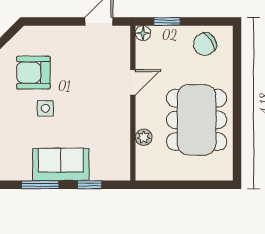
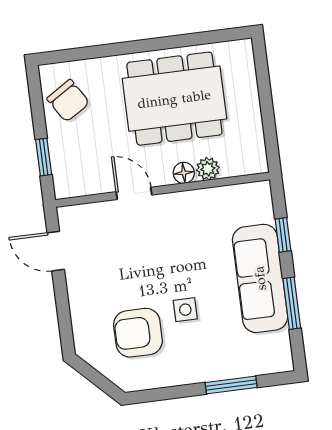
floor lamp: (143, 33) -> (184, 173), moved
armchair: (33, 73) -> (138, 333), turned 90
sofa: (61, 164) -> (260, 278), width x1.36

